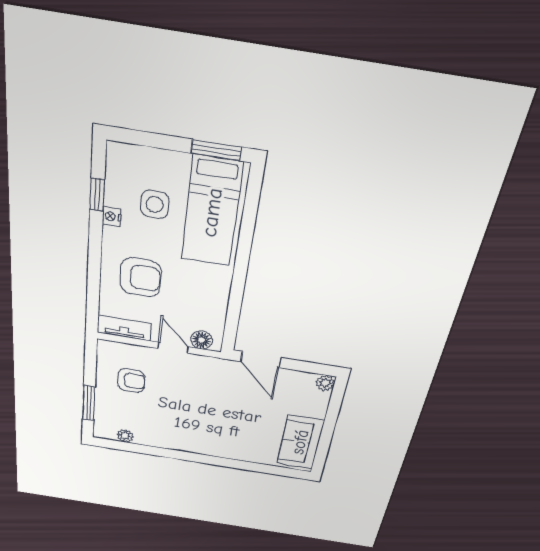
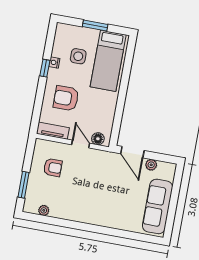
window: (216, 150) -> (95, 26), moved
window: (97, 194) -> (45, 68), moved
armchair: (140, 277) -> (66, 98), turned 180
plant: (325, 383) -> (151, 165), moved
sofa: (300, 442) -> (157, 206), width x1.36

